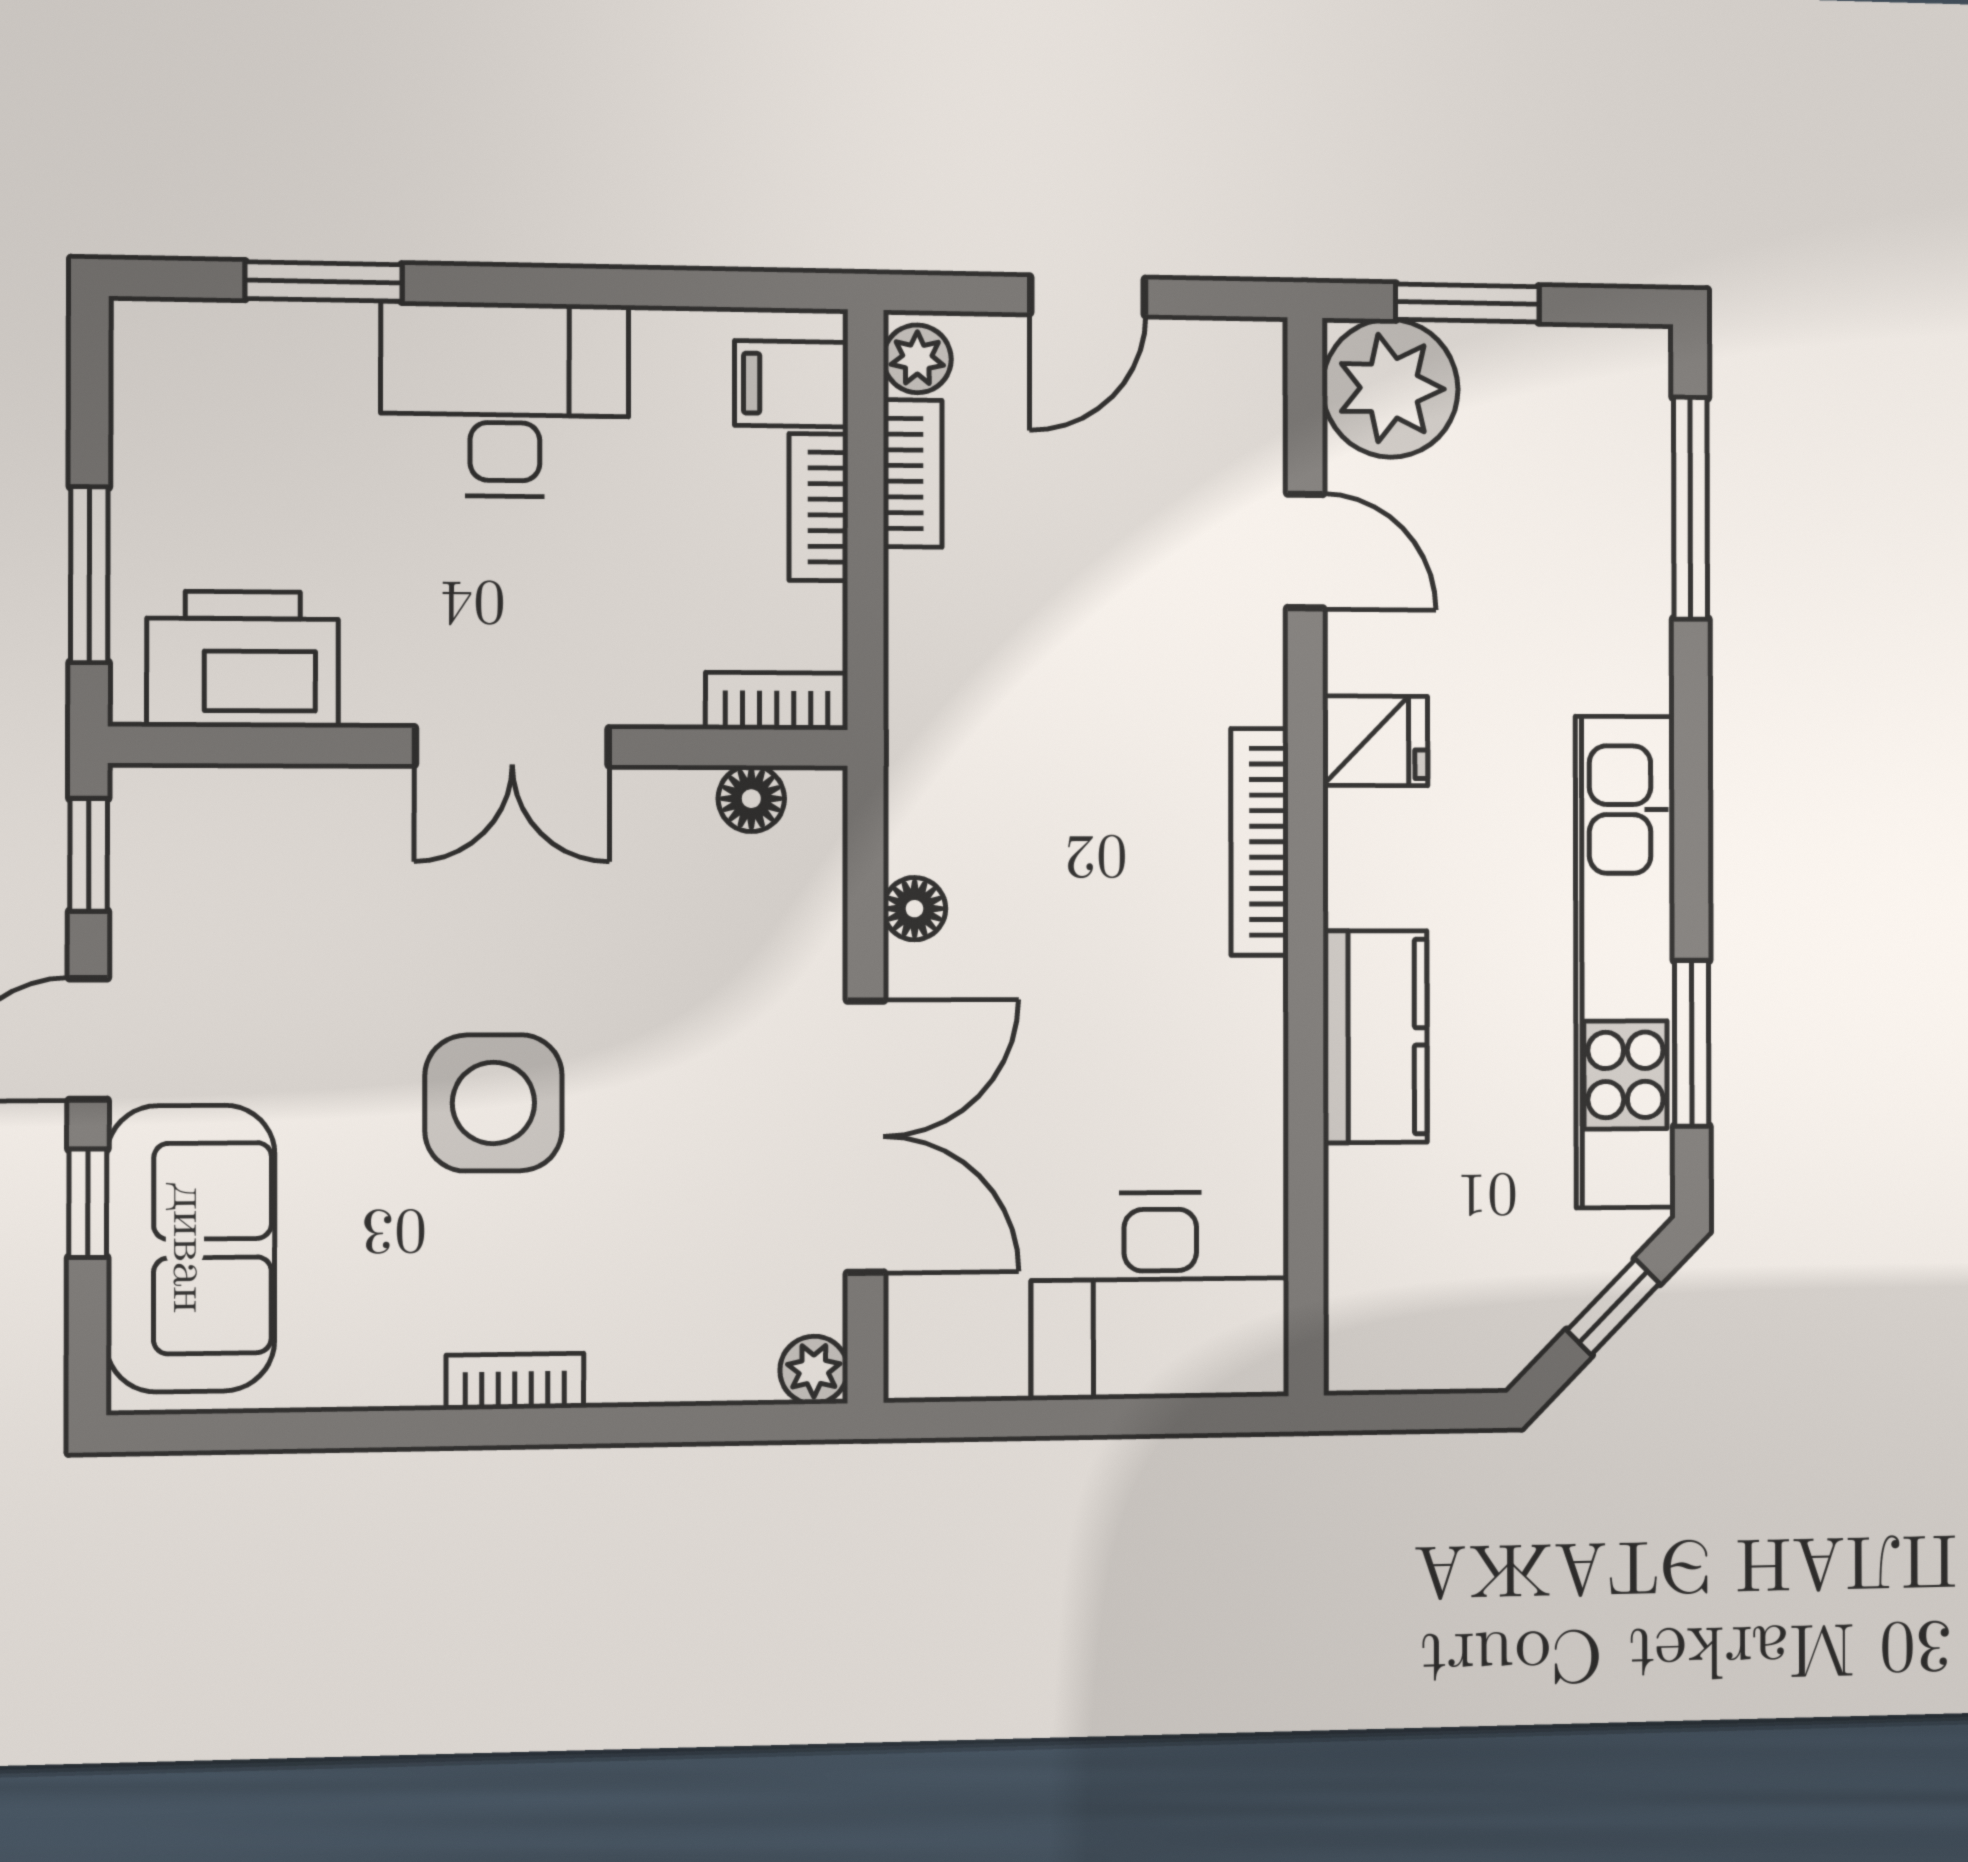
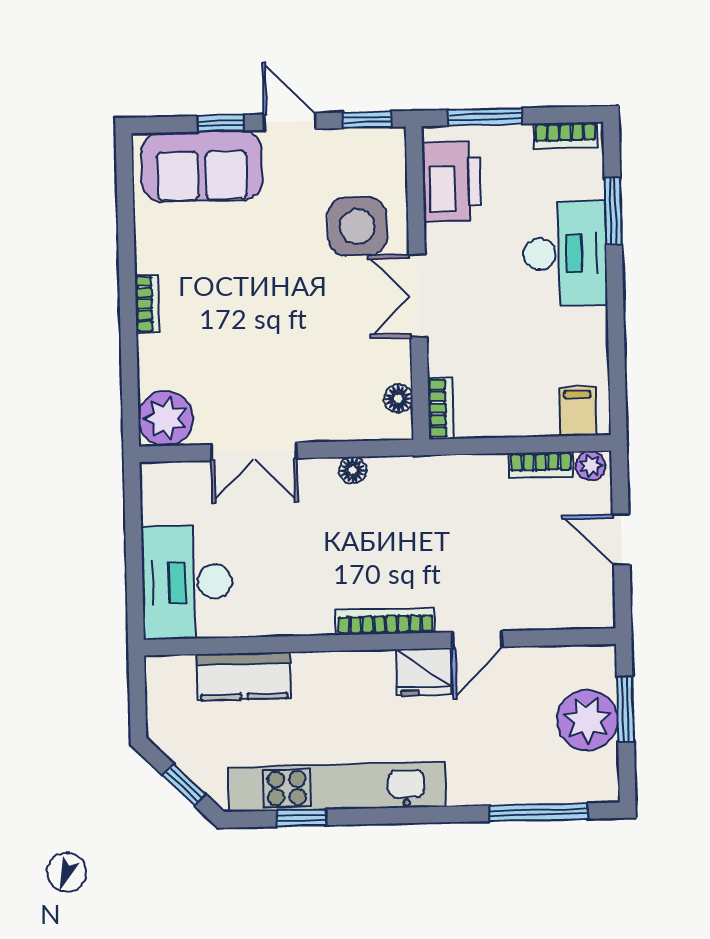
plant: (1390, 388) -> (587, 720), moved
desk: (505, 400) -> (565, 253), moved
bookcase: (818, 507) -> (565, 135), moved, turned 180
door: (1305, 551) -> (477, 640), moved
fridge: (1375, 741) -> (424, 672), width x1.38
kitchen counter: (1375, 1037) -> (244, 676), moved
window: (1692, 1043) -> (301, 818), width x0.67
side table: (493, 1103) -> (357, 226), moved
double door: (866, 1137) -> (254, 451), width x0.73
plant: (814, 1370) -> (166, 419), width x1.87, depth x1.87

